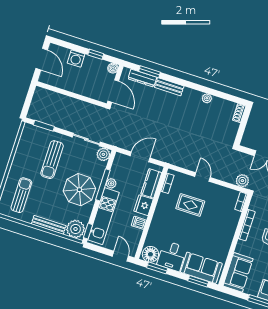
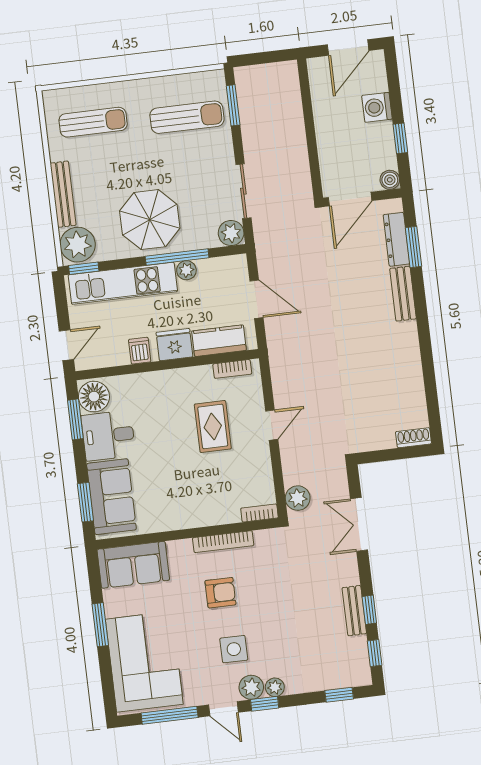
plant: (207, 98) -> (413, 369), removed
sun lounger: (52, 160) -> (187, 117), moved, turned 180

